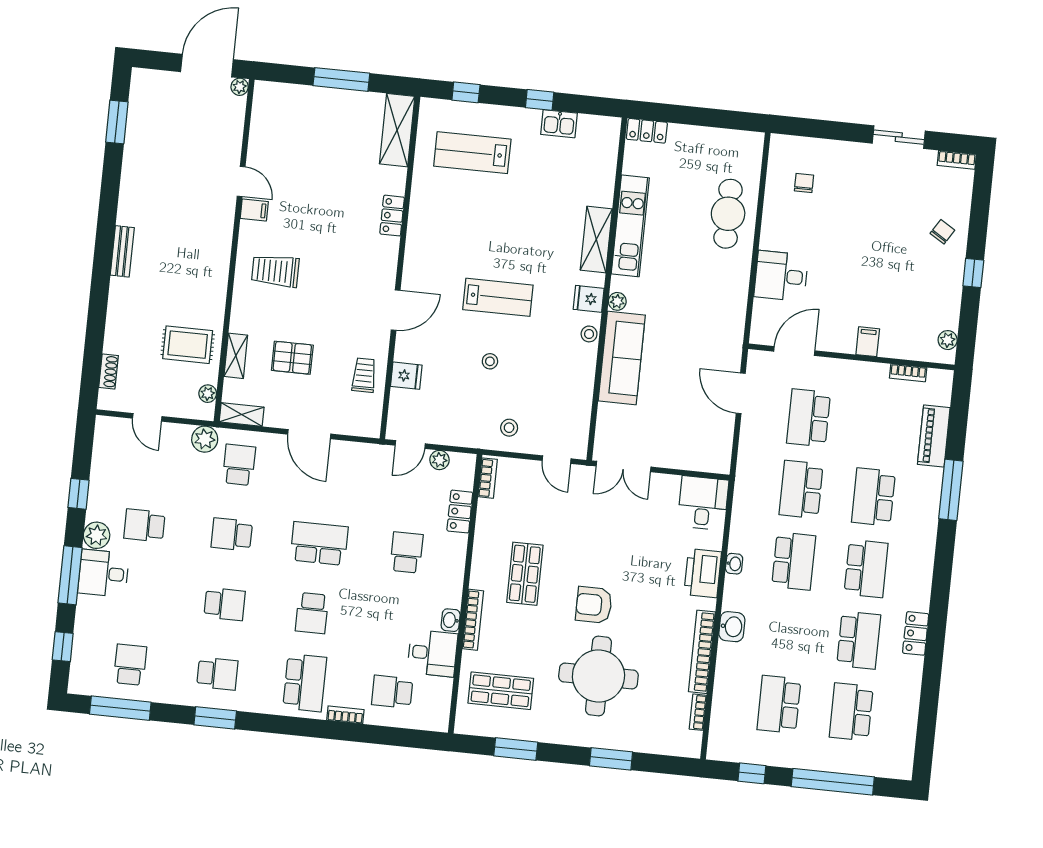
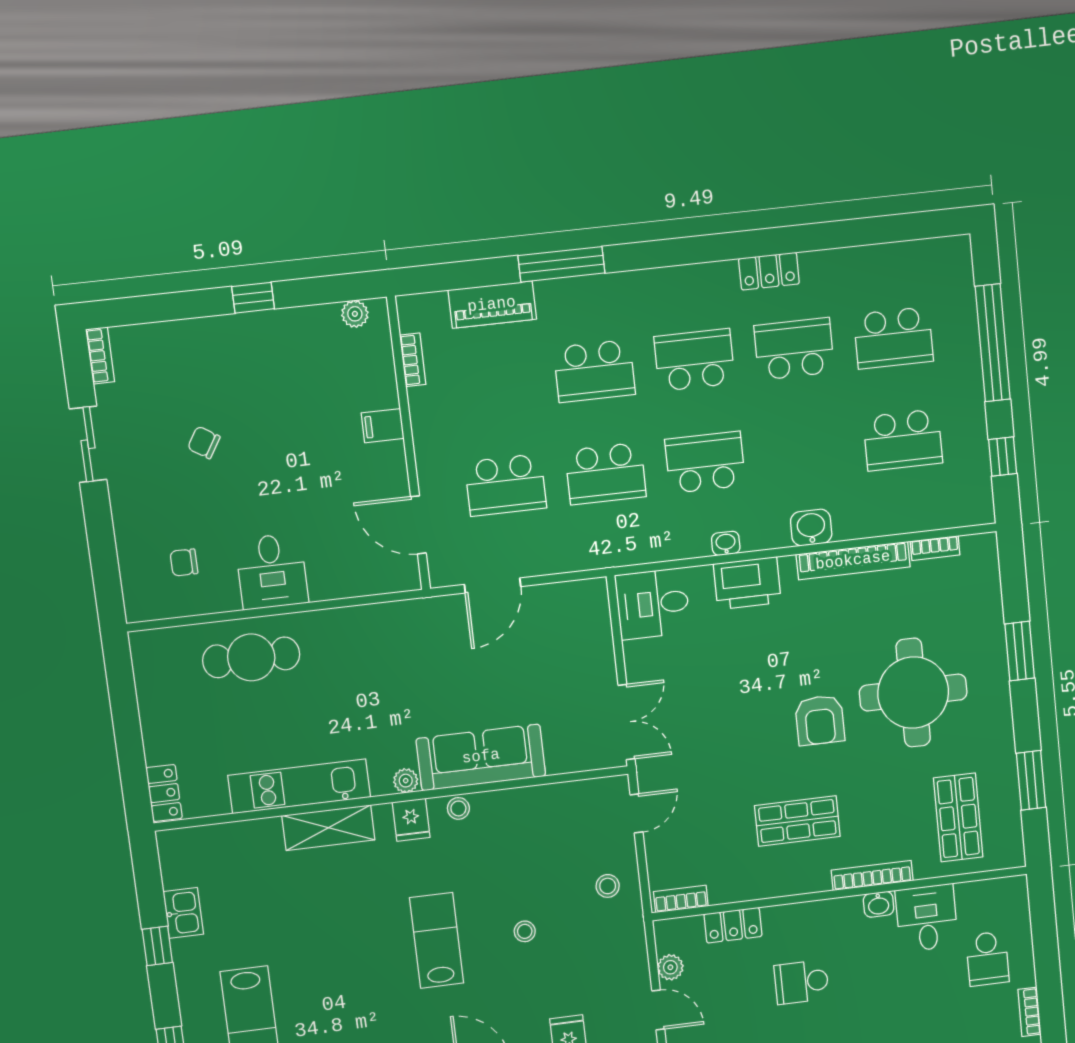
chair: (942, 232) -> (204, 442), moved
desk: (781, 276) -> (272, 571), moved

